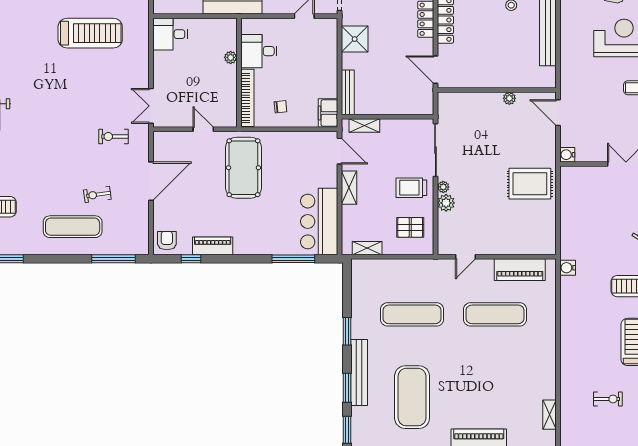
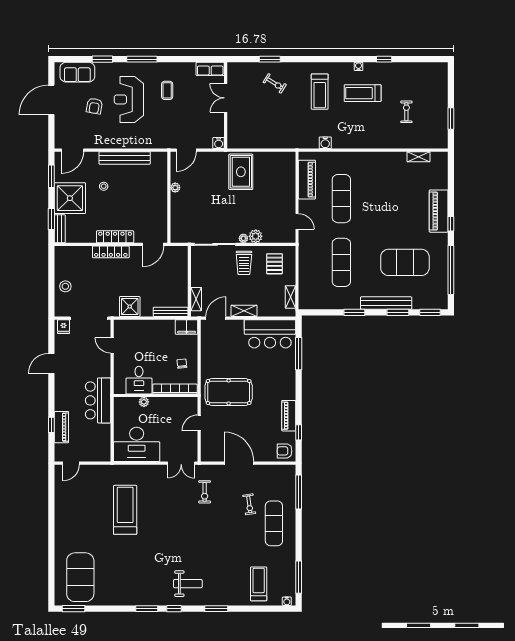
desk: (170, 34) -> (137, 444), width x1.87, depth x1.30
water cooler: (568, 268) -> (325, 143), moved

